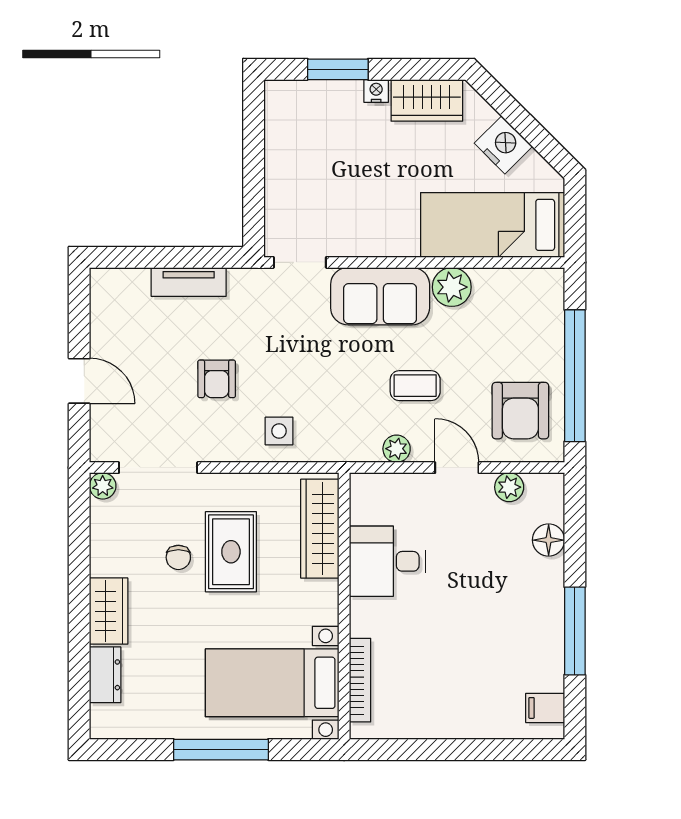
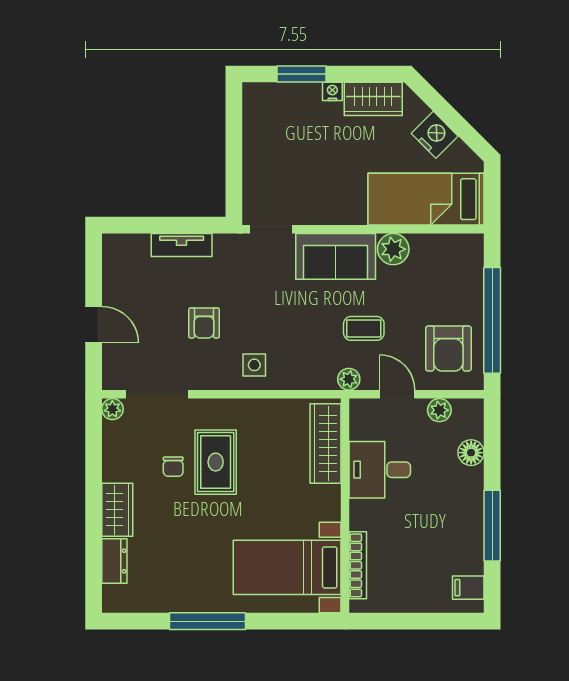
wardrobe: (320, 529) -> (326, 443), moved
desk: (387, 561) -> (380, 470), moved
wall: (344, 606) -> (345, 506), moved
bookcase: (360, 680) -> (358, 565), moved
bed with nightstands: (272, 683) -> (287, 567), moved

